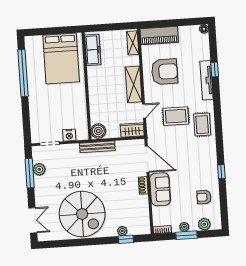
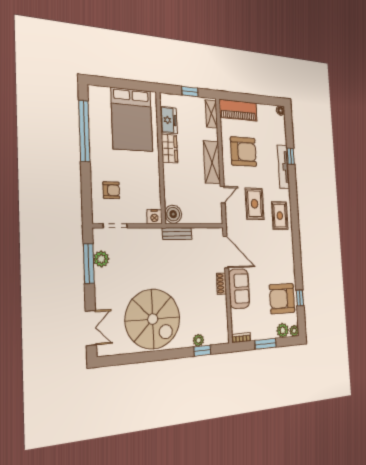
window: (112, 27) -> (190, 92), added
freezer: (93, 50) -> (169, 120), width x0.71
armchair: (46, 116) -> (111, 190), added
rug: (176, 116) -> (255, 204), turned 90
wardrobe: (132, 130) -> (169, 149), moved, turned 90
nightstand: (69, 135) -> (154, 217), moved
bench: (97, 147) -> (177, 234), width x0.73
window: (221, 172) -> (300, 298), moved
armchair: (204, 197) -> (282, 299), width x1.88, depth x1.88
plant: (184, 227) -> (294, 331), moved

